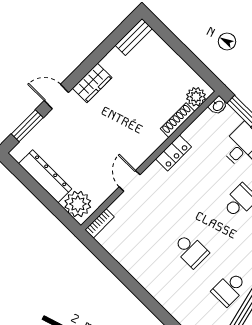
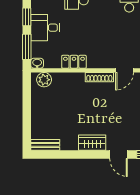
shoe rack: (178, 120) -> (99, 77), moved
locker: (173, 153) -> (74, 62), moved

